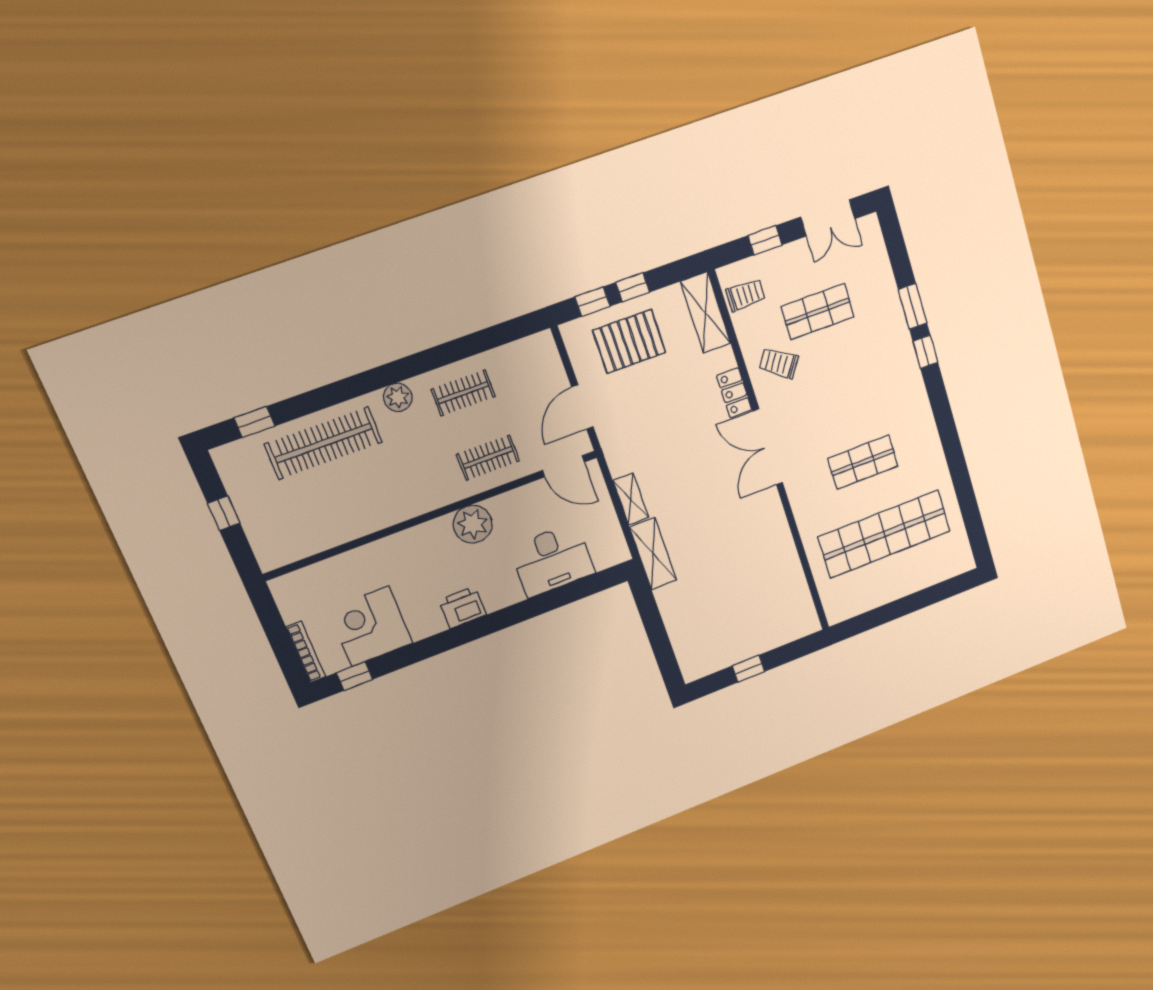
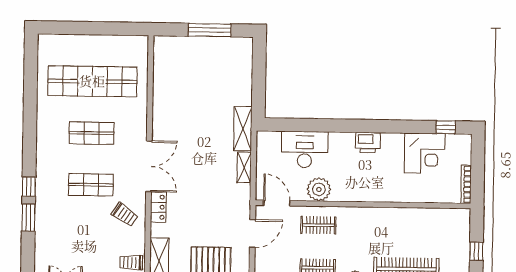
shop shelf: (818, 312) -> (91, 185), moved
plant: (473, 524) -> (319, 189), moved
bookcase: (306, 652) -> (466, 184), moved
window: (749, 669) -> (210, 30), width x2.17

